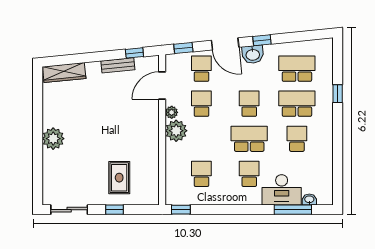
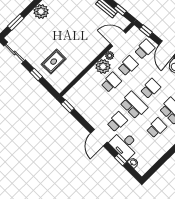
school desk: (201, 174) -> (111, 82), moved
window: (38, 176) -> (16, 22), added
door: (247, 210) -> (99, 138), added
window: (293, 210) -> (121, 160), width x0.46

